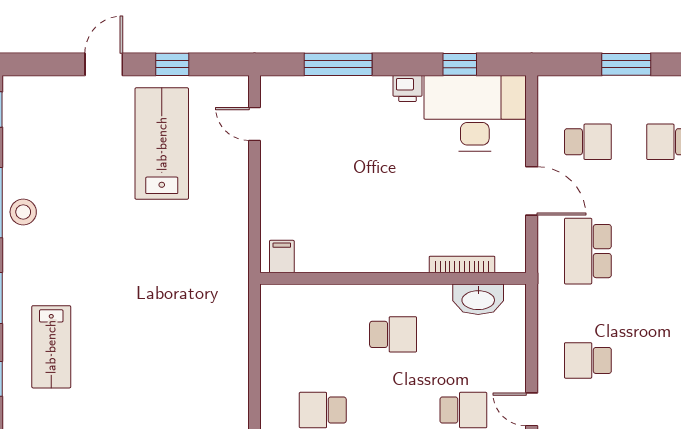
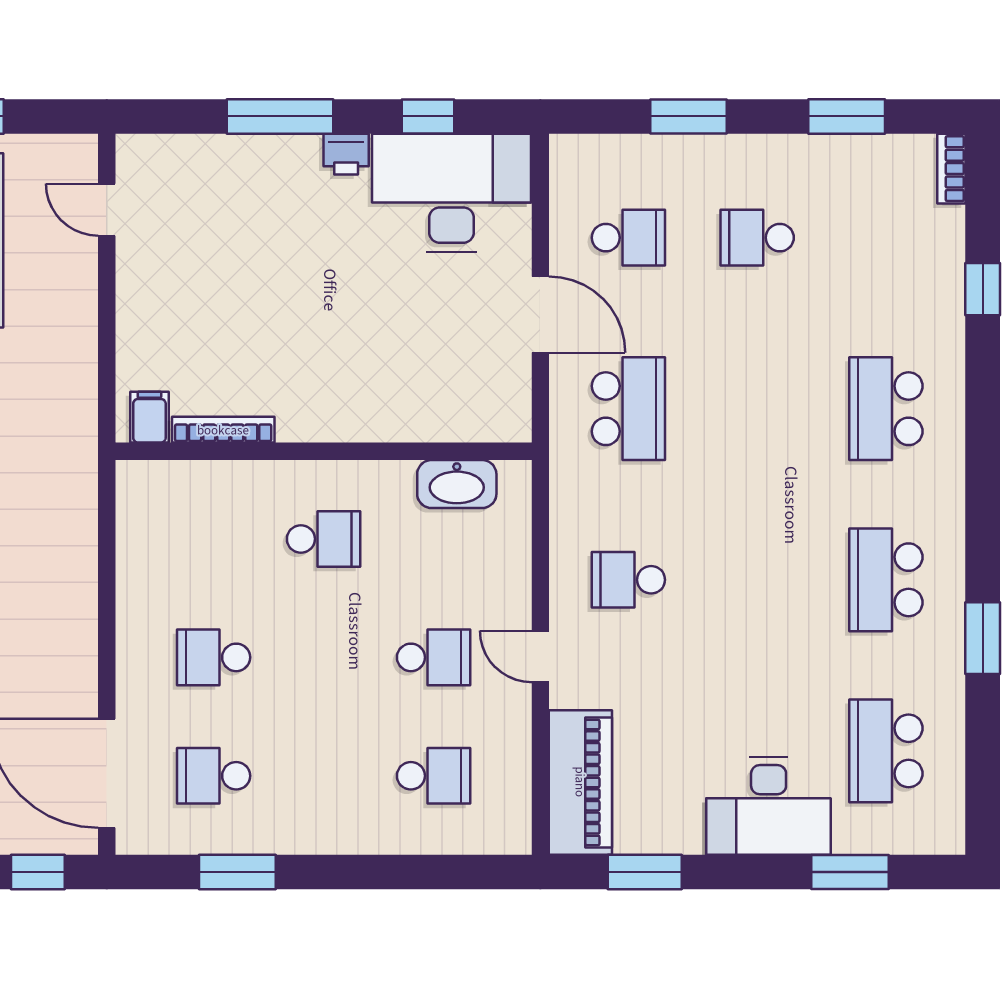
window: (338, 64) -> (280, 116), moved
school desk: (588, 251) -> (628, 409), turned 180
bookcase: (462, 264) -> (223, 430), moved

